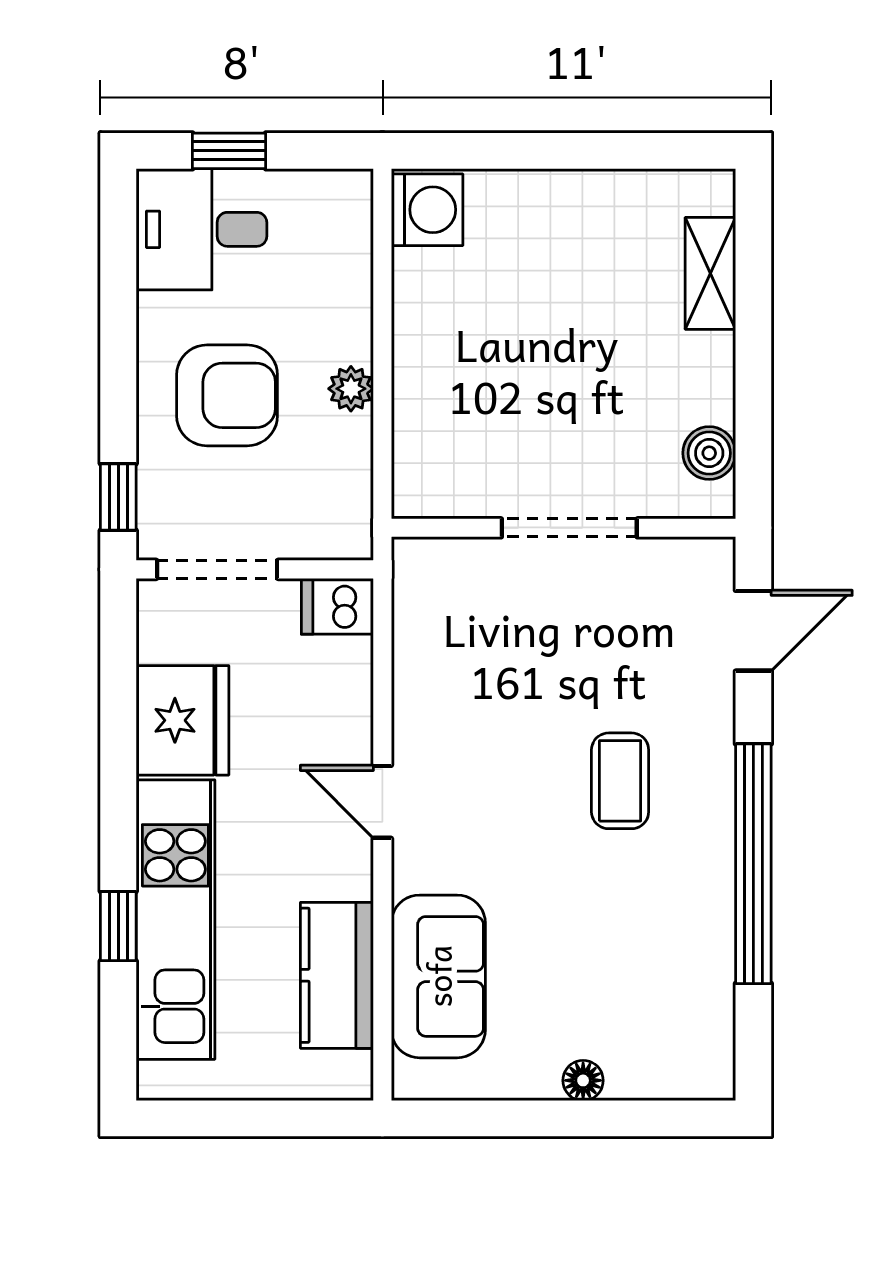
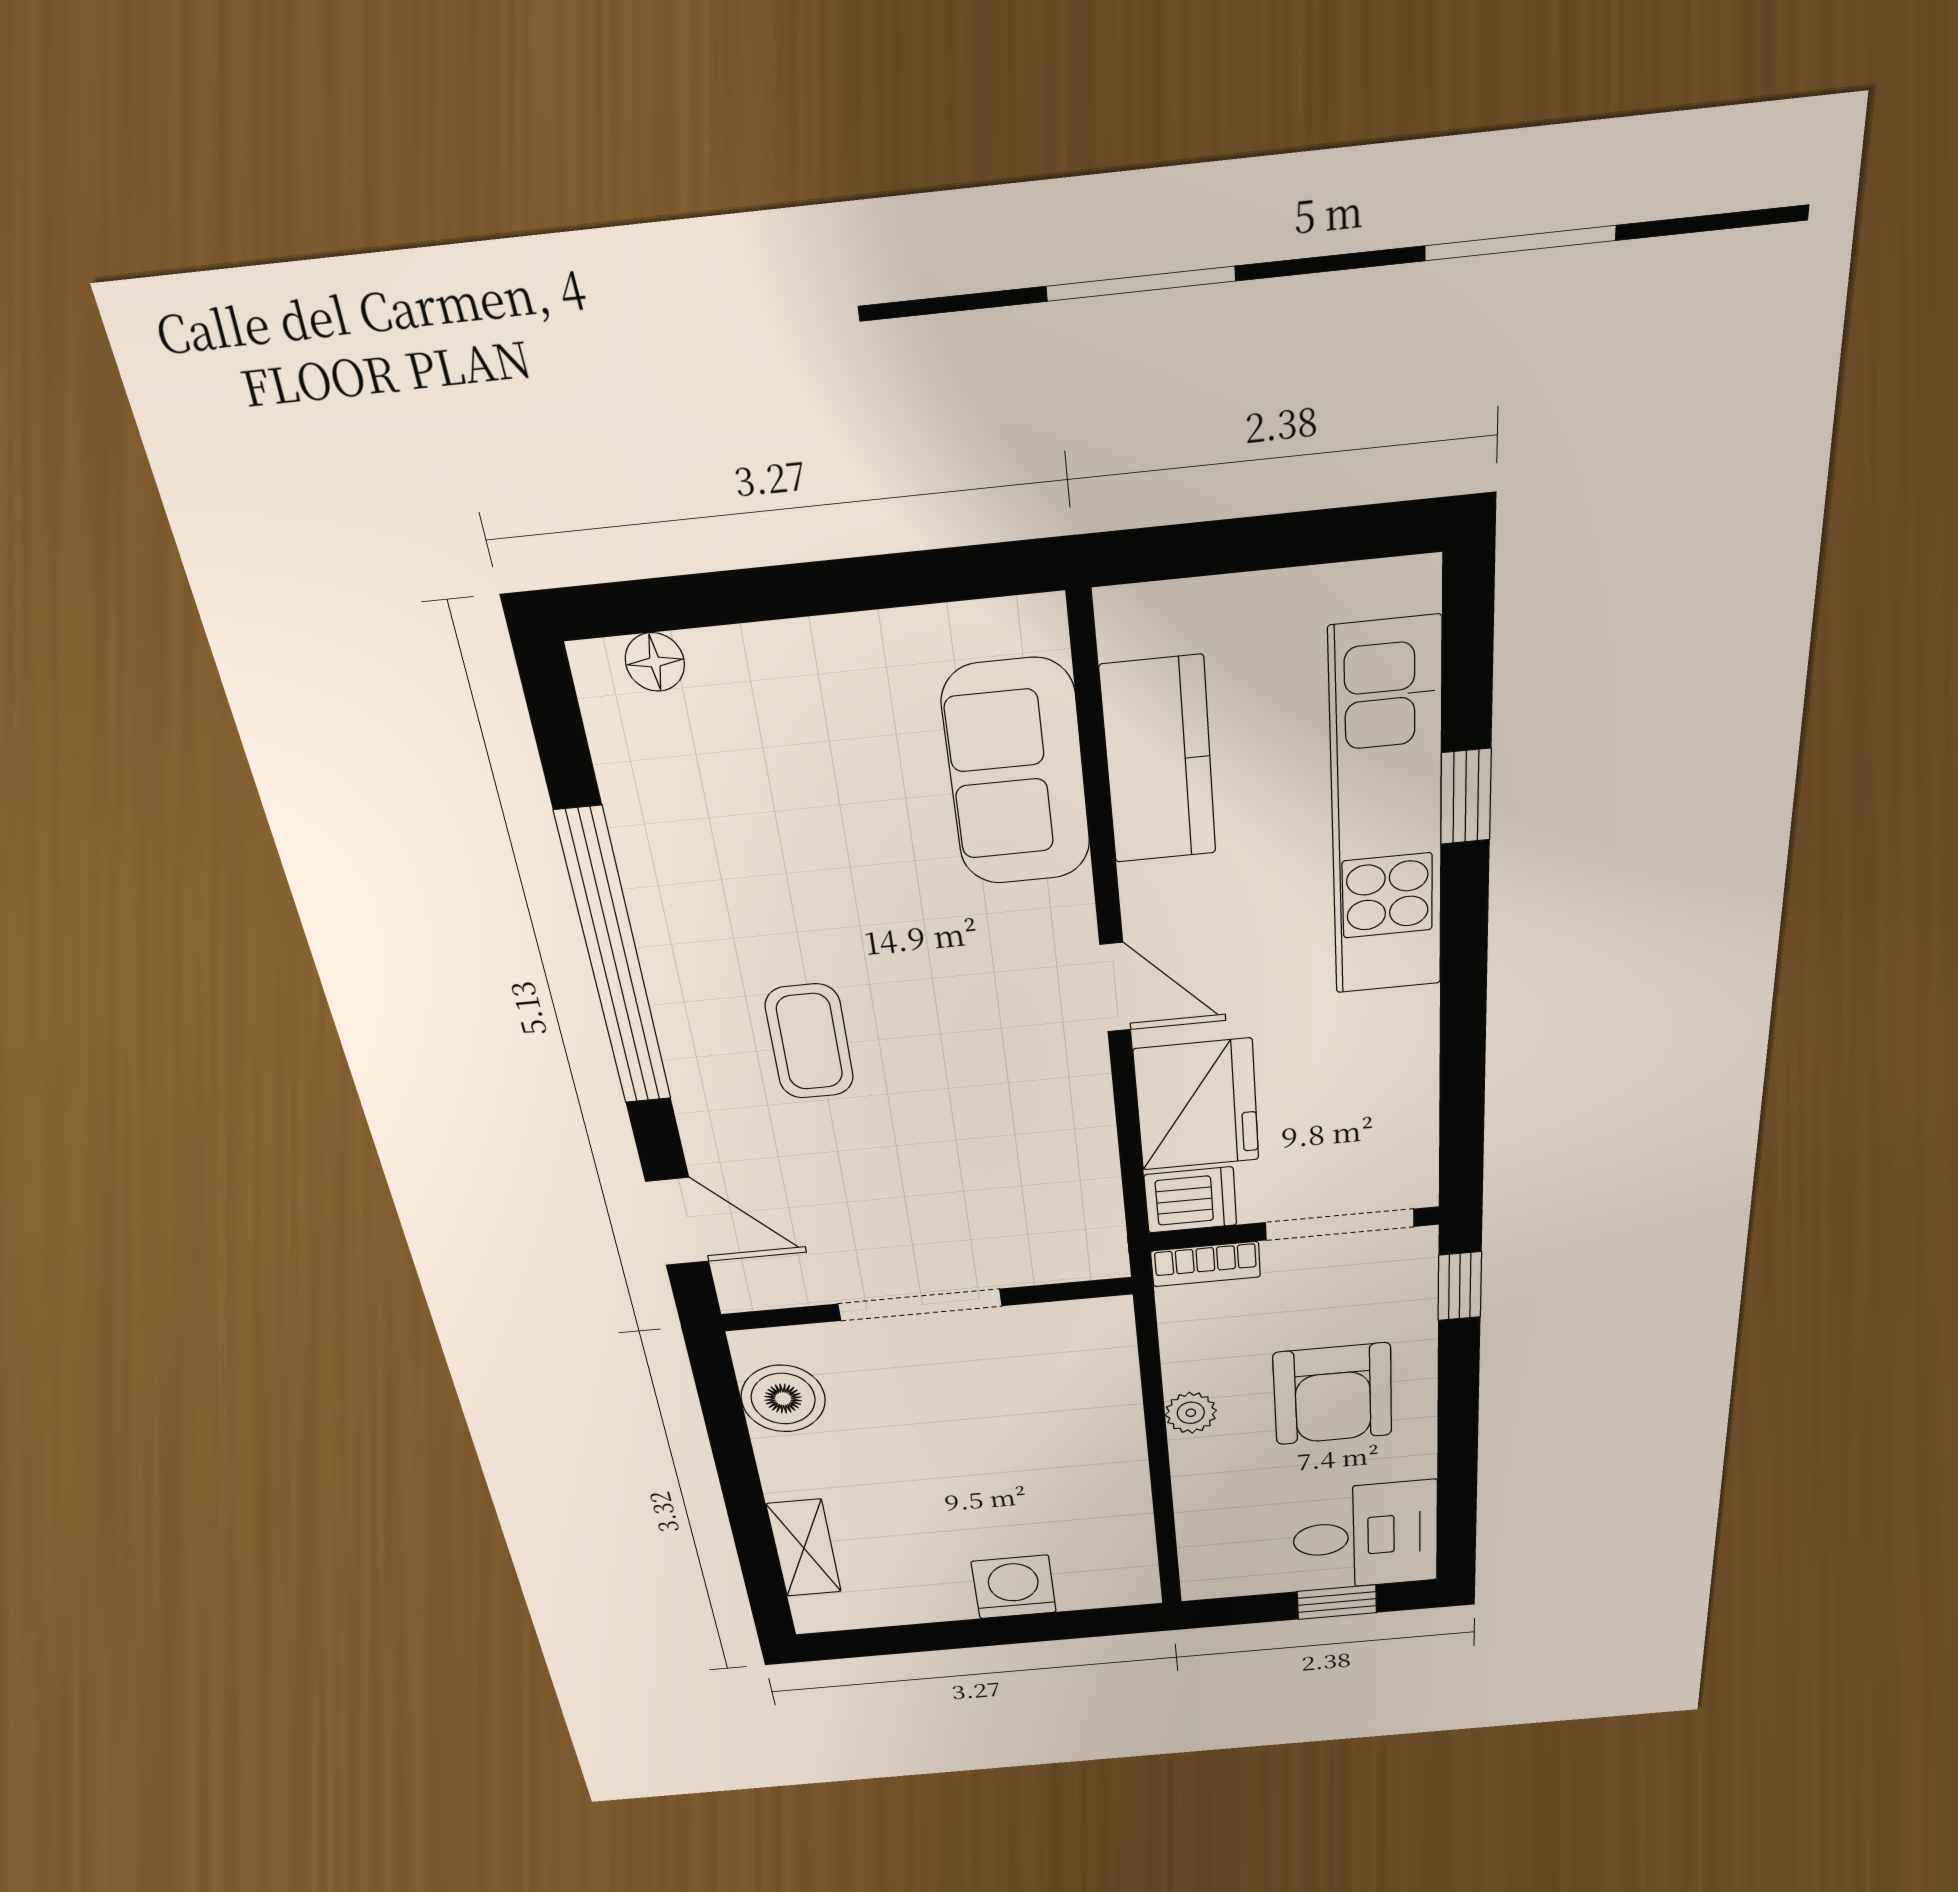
washing machine: (427, 210) -> (1014, 1587), moved, turned 90
armchair: (227, 395) -> (1333, 1394), turned -90
boiler: (709, 453) -> (783, 1399), width x1.36, depth x1.36
bookcase: (329, 543) -> (1206, 1264), added
door: (753, 631) -> (677, 1222), swing flipped
fridge: (182, 720) -> (1197, 1105), moved, turned 180
floor lamp: (583, 1080) -> (655, 662), moved

